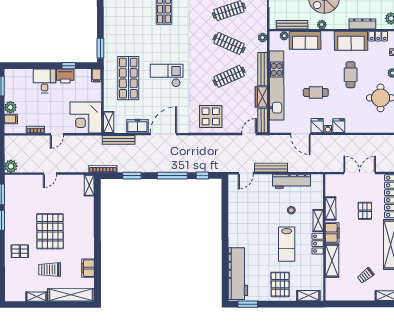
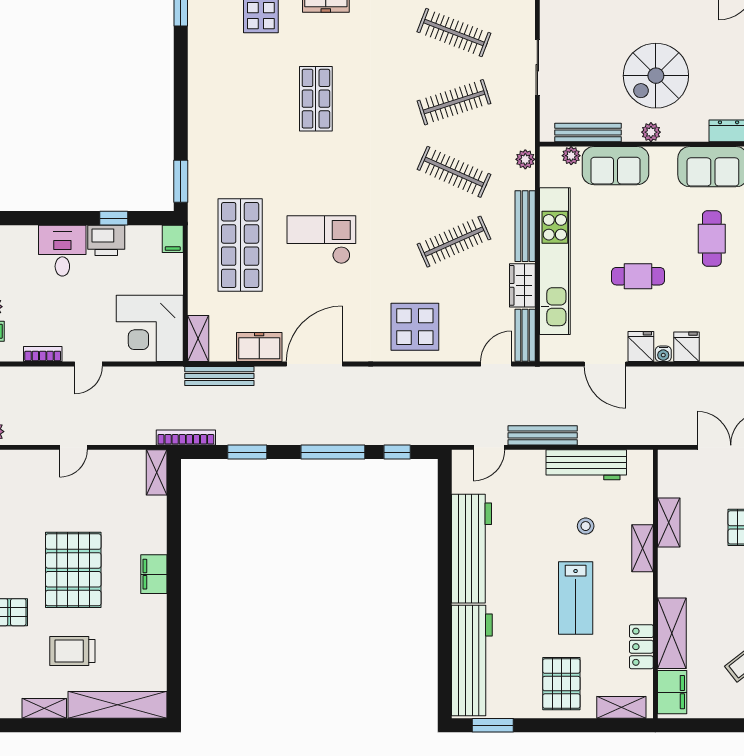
workbench: (238, 221) -> (472, 549), added
filing cabinet: (332, 233) -> (672, 692), moved
locker: (318, 244) -> (641, 647), moved
filing cabinet: (88, 268) -> (154, 574), moved

